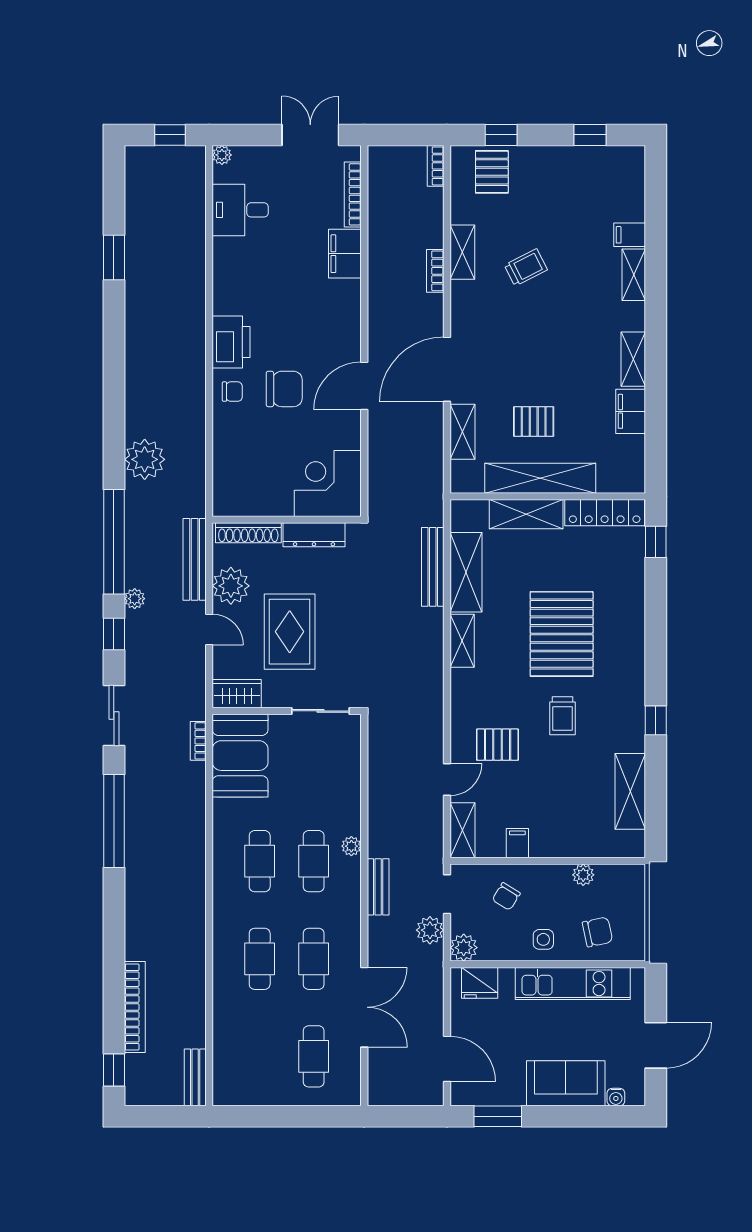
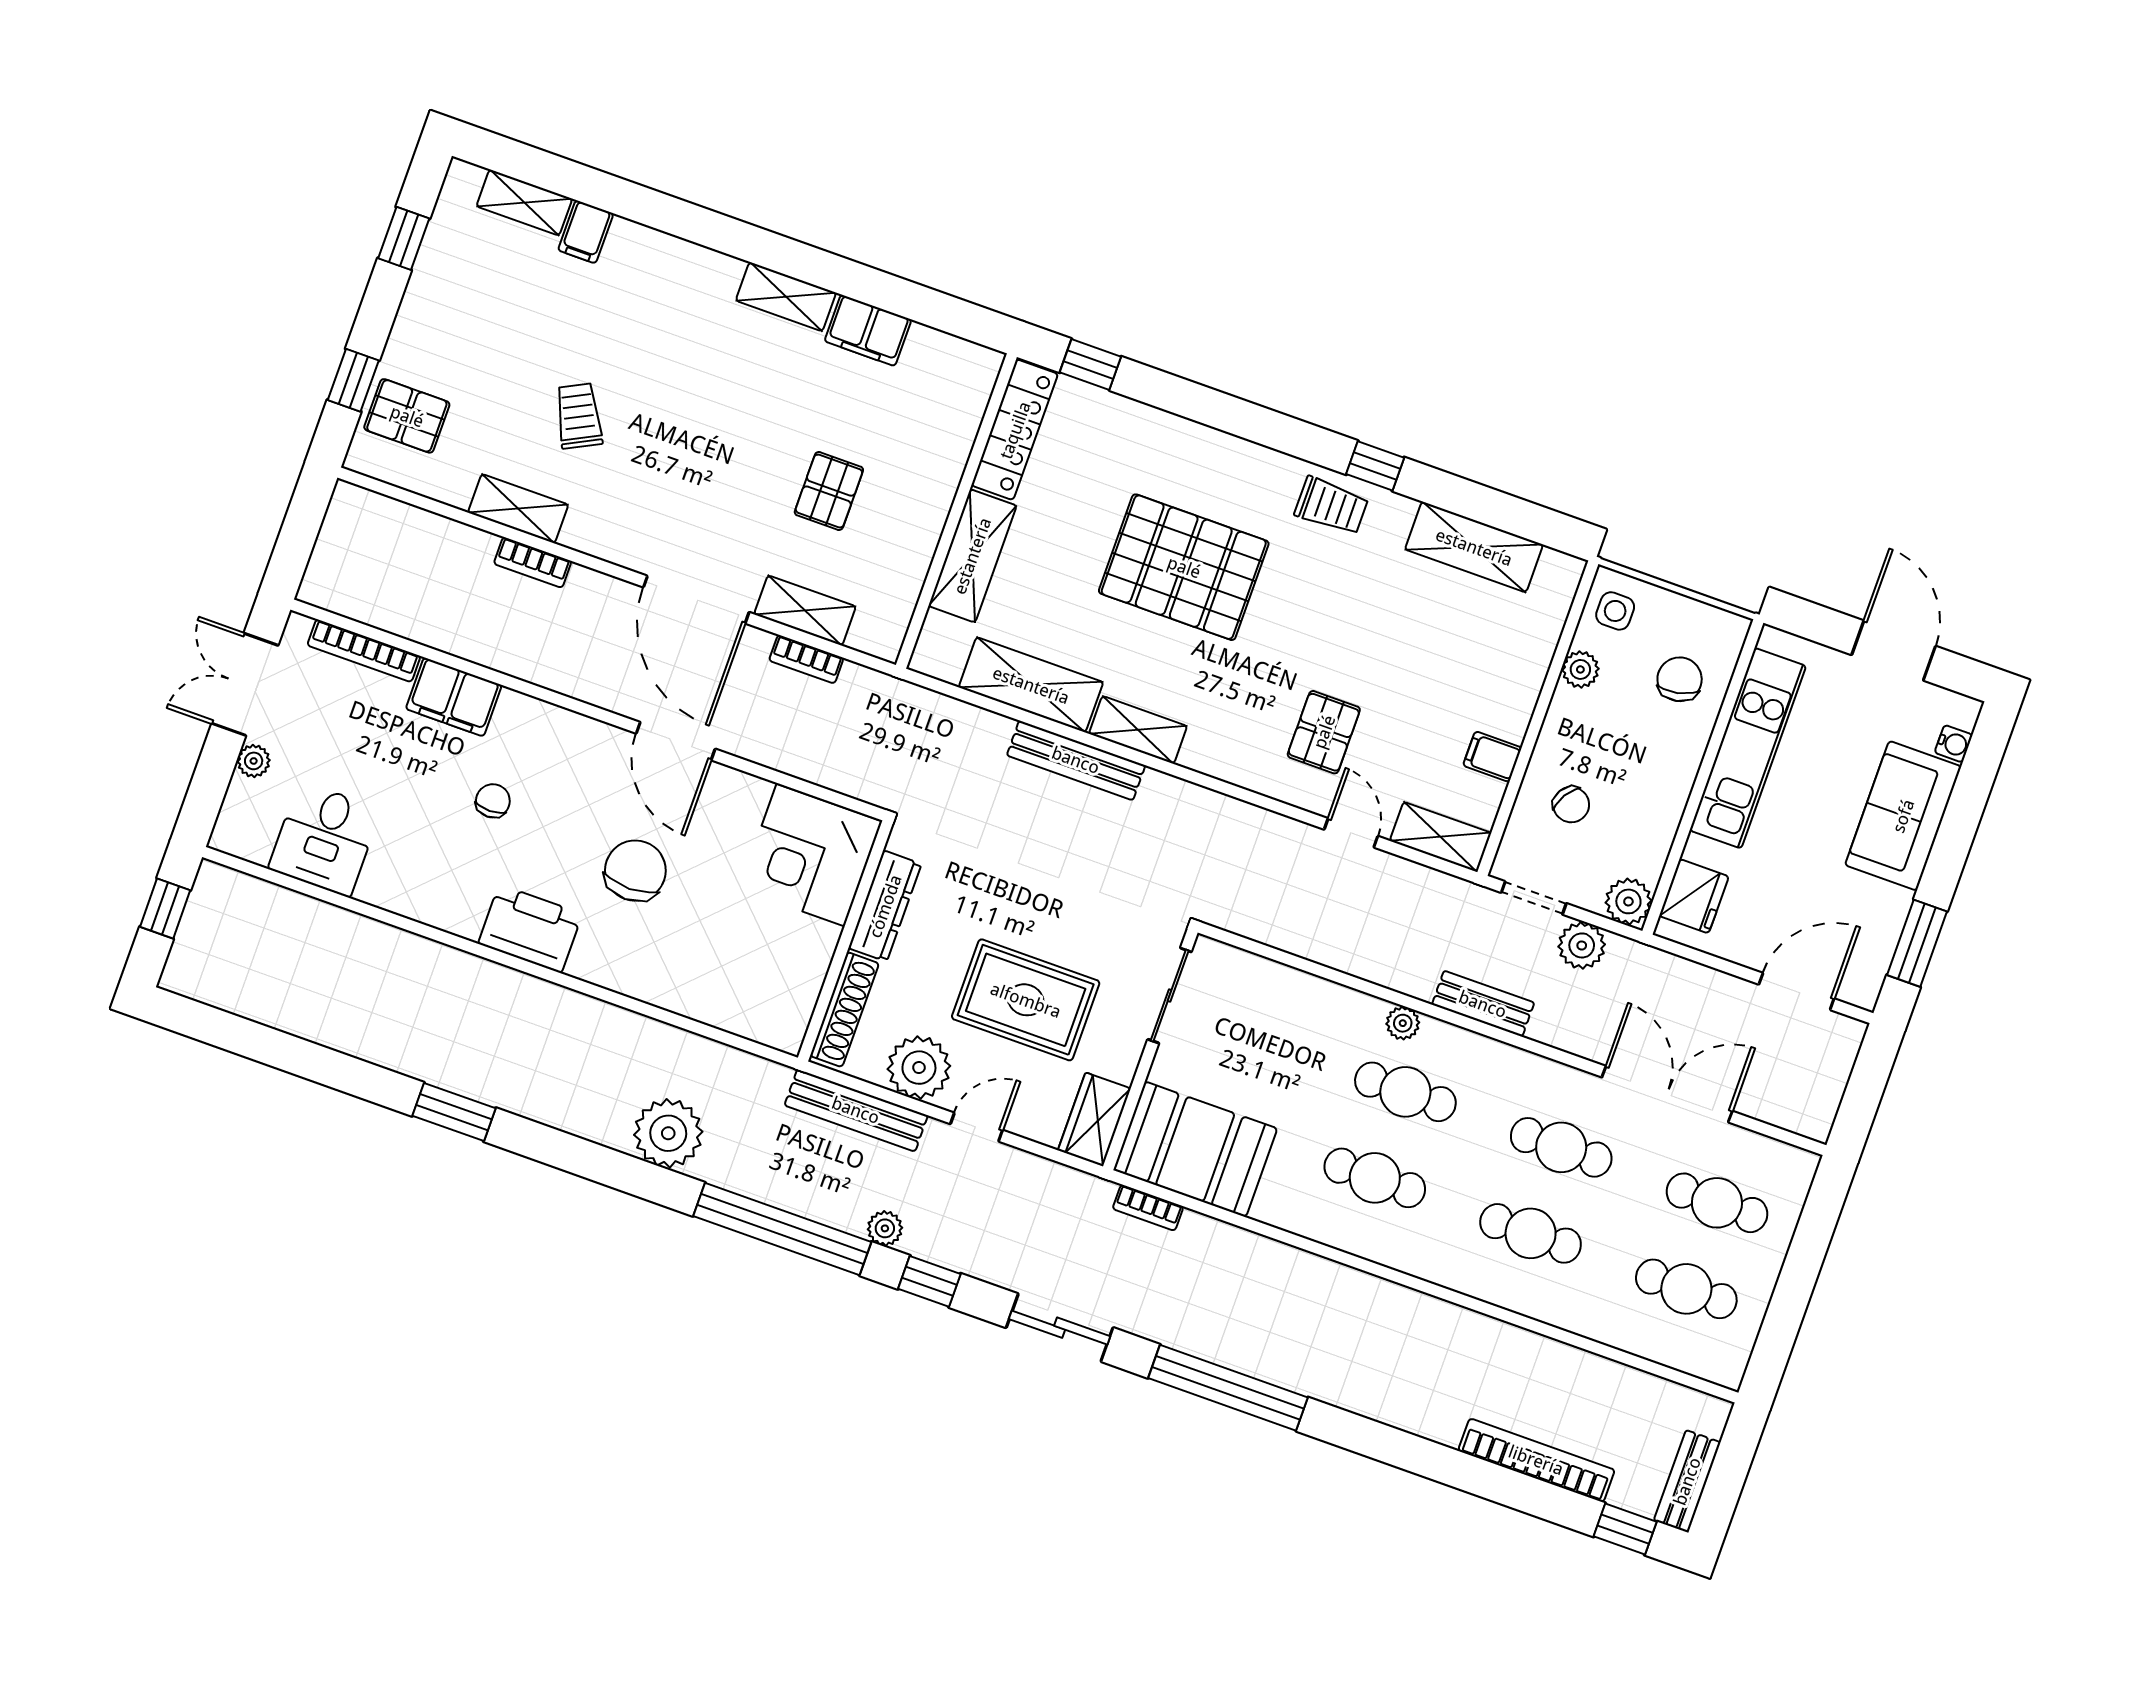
plant: (222, 155) -> (254, 761), moved
bookcase: (436, 166) -> (806, 659), moved
window: (114, 258) -> (454, 1112), moved
shelving: (634, 275) -> (524, 203), moved
chair: (232, 392) -> (493, 801), moved
shelving: (540, 478) -> (923, 513), removed
bench: (433, 567) -> (1076, 760), moved
trolley: (563, 716) -> (1331, 506), moved
side table: (543, 939) -> (1615, 611), moved
cafe table: (260, 1056) -> (1686, 1289), added
bench: (195, 1077) -> (1687, 1481), moved, turned 90

